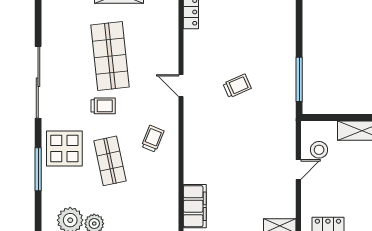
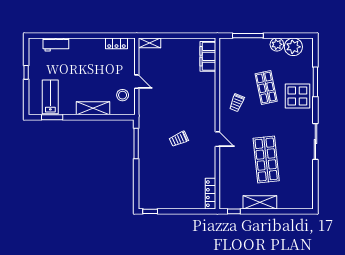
sliding door: (38, 82) -> (315, 141), width x0.73
trolley: (103, 106) -> (271, 125), removed
door: (298, 169) -> (137, 82), swing flipped

